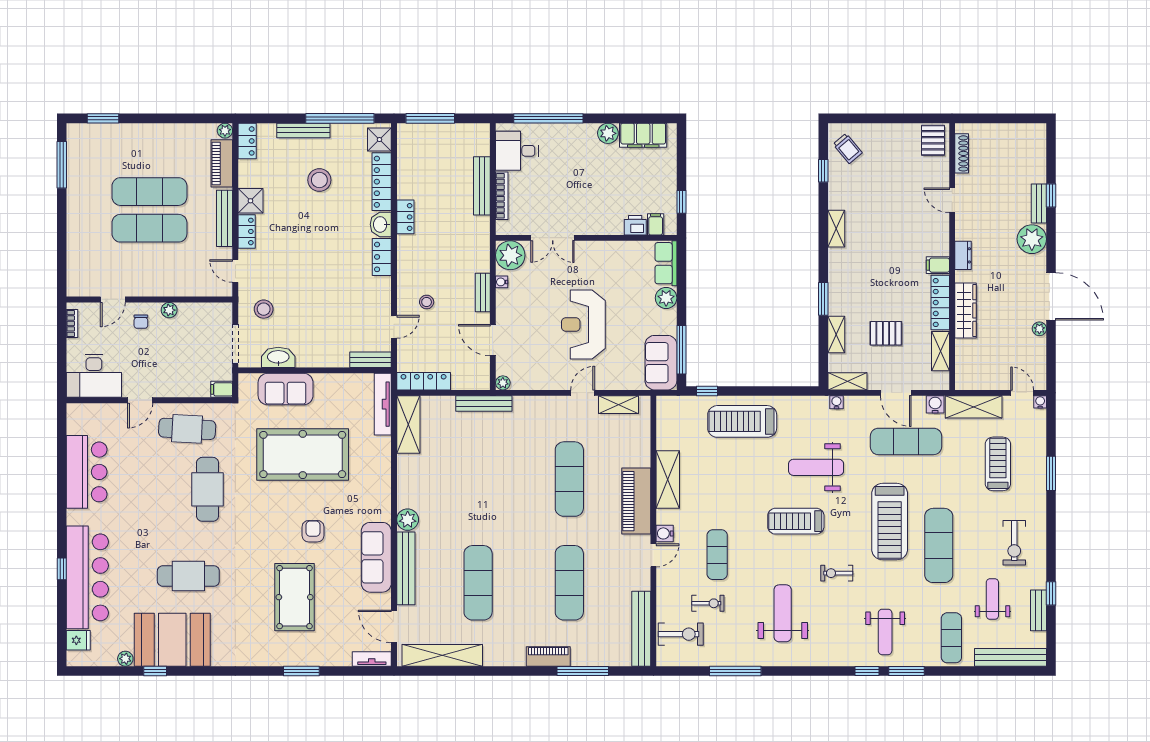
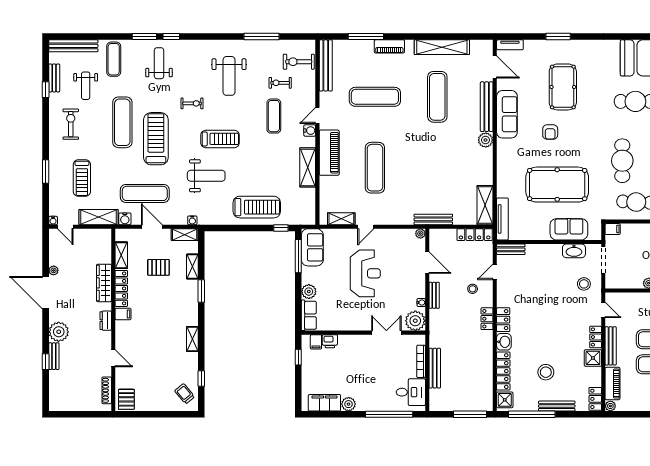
locker: (405, 217) -> (487, 319), moved
exercise mat: (569, 583) -> (375, 97), turned 90
shelving: (442, 655) -> (442, 47), moved

